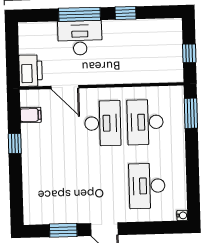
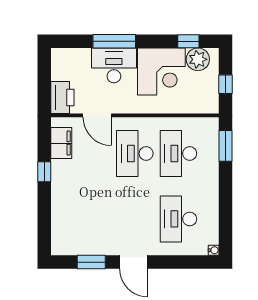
window: (125, 13) -> (188, 41), moved
plant: (162, 30) -> (198, 59), added
corner desk: (126, 43) -> (161, 71), added
filing cabinet: (31, 115) -> (61, 143), width x2.00
desk: (103, 123) -> (135, 154), turned 180

